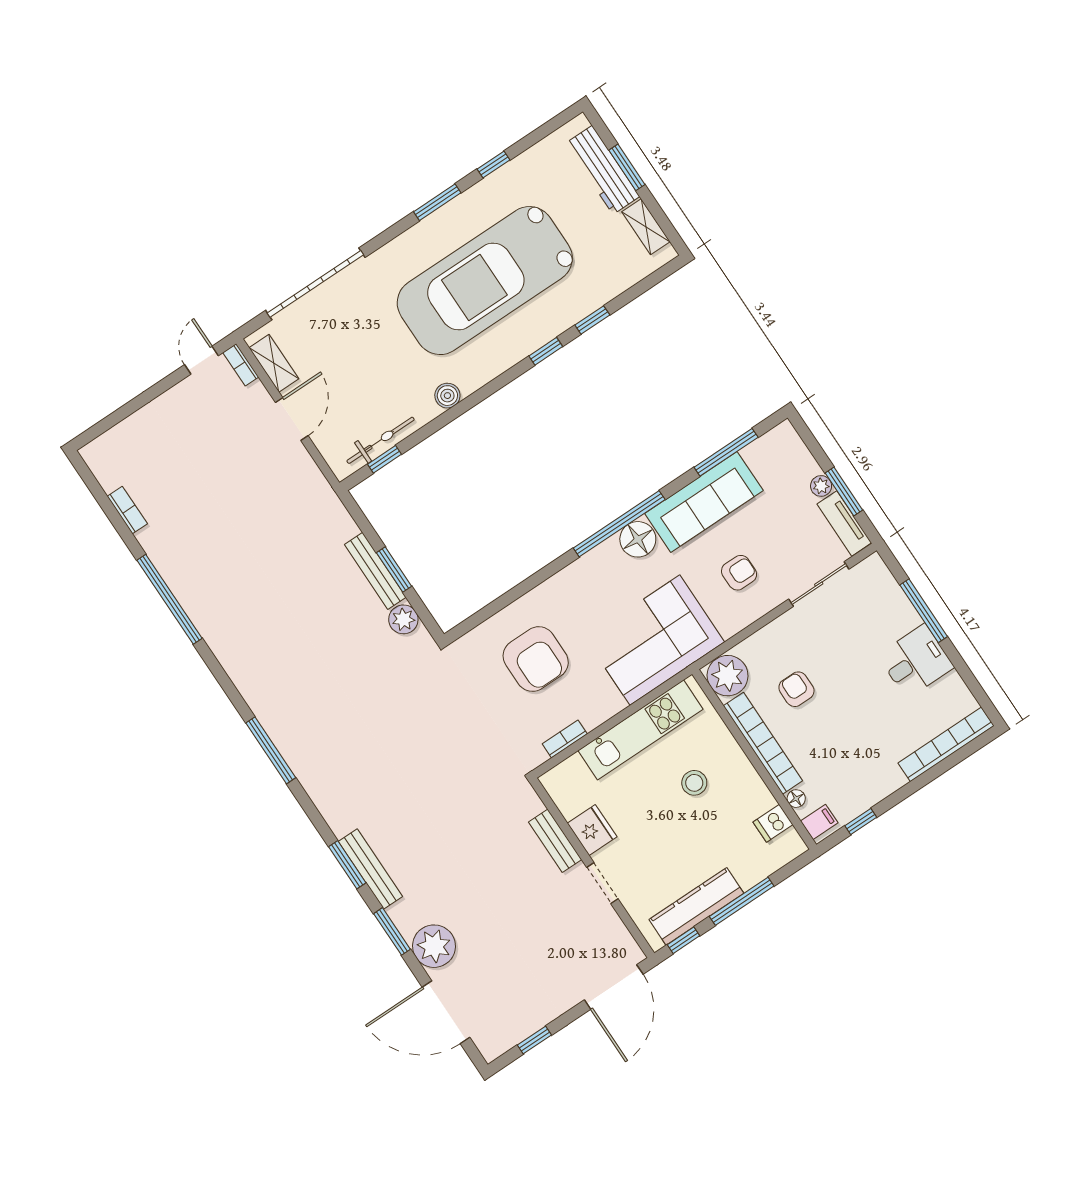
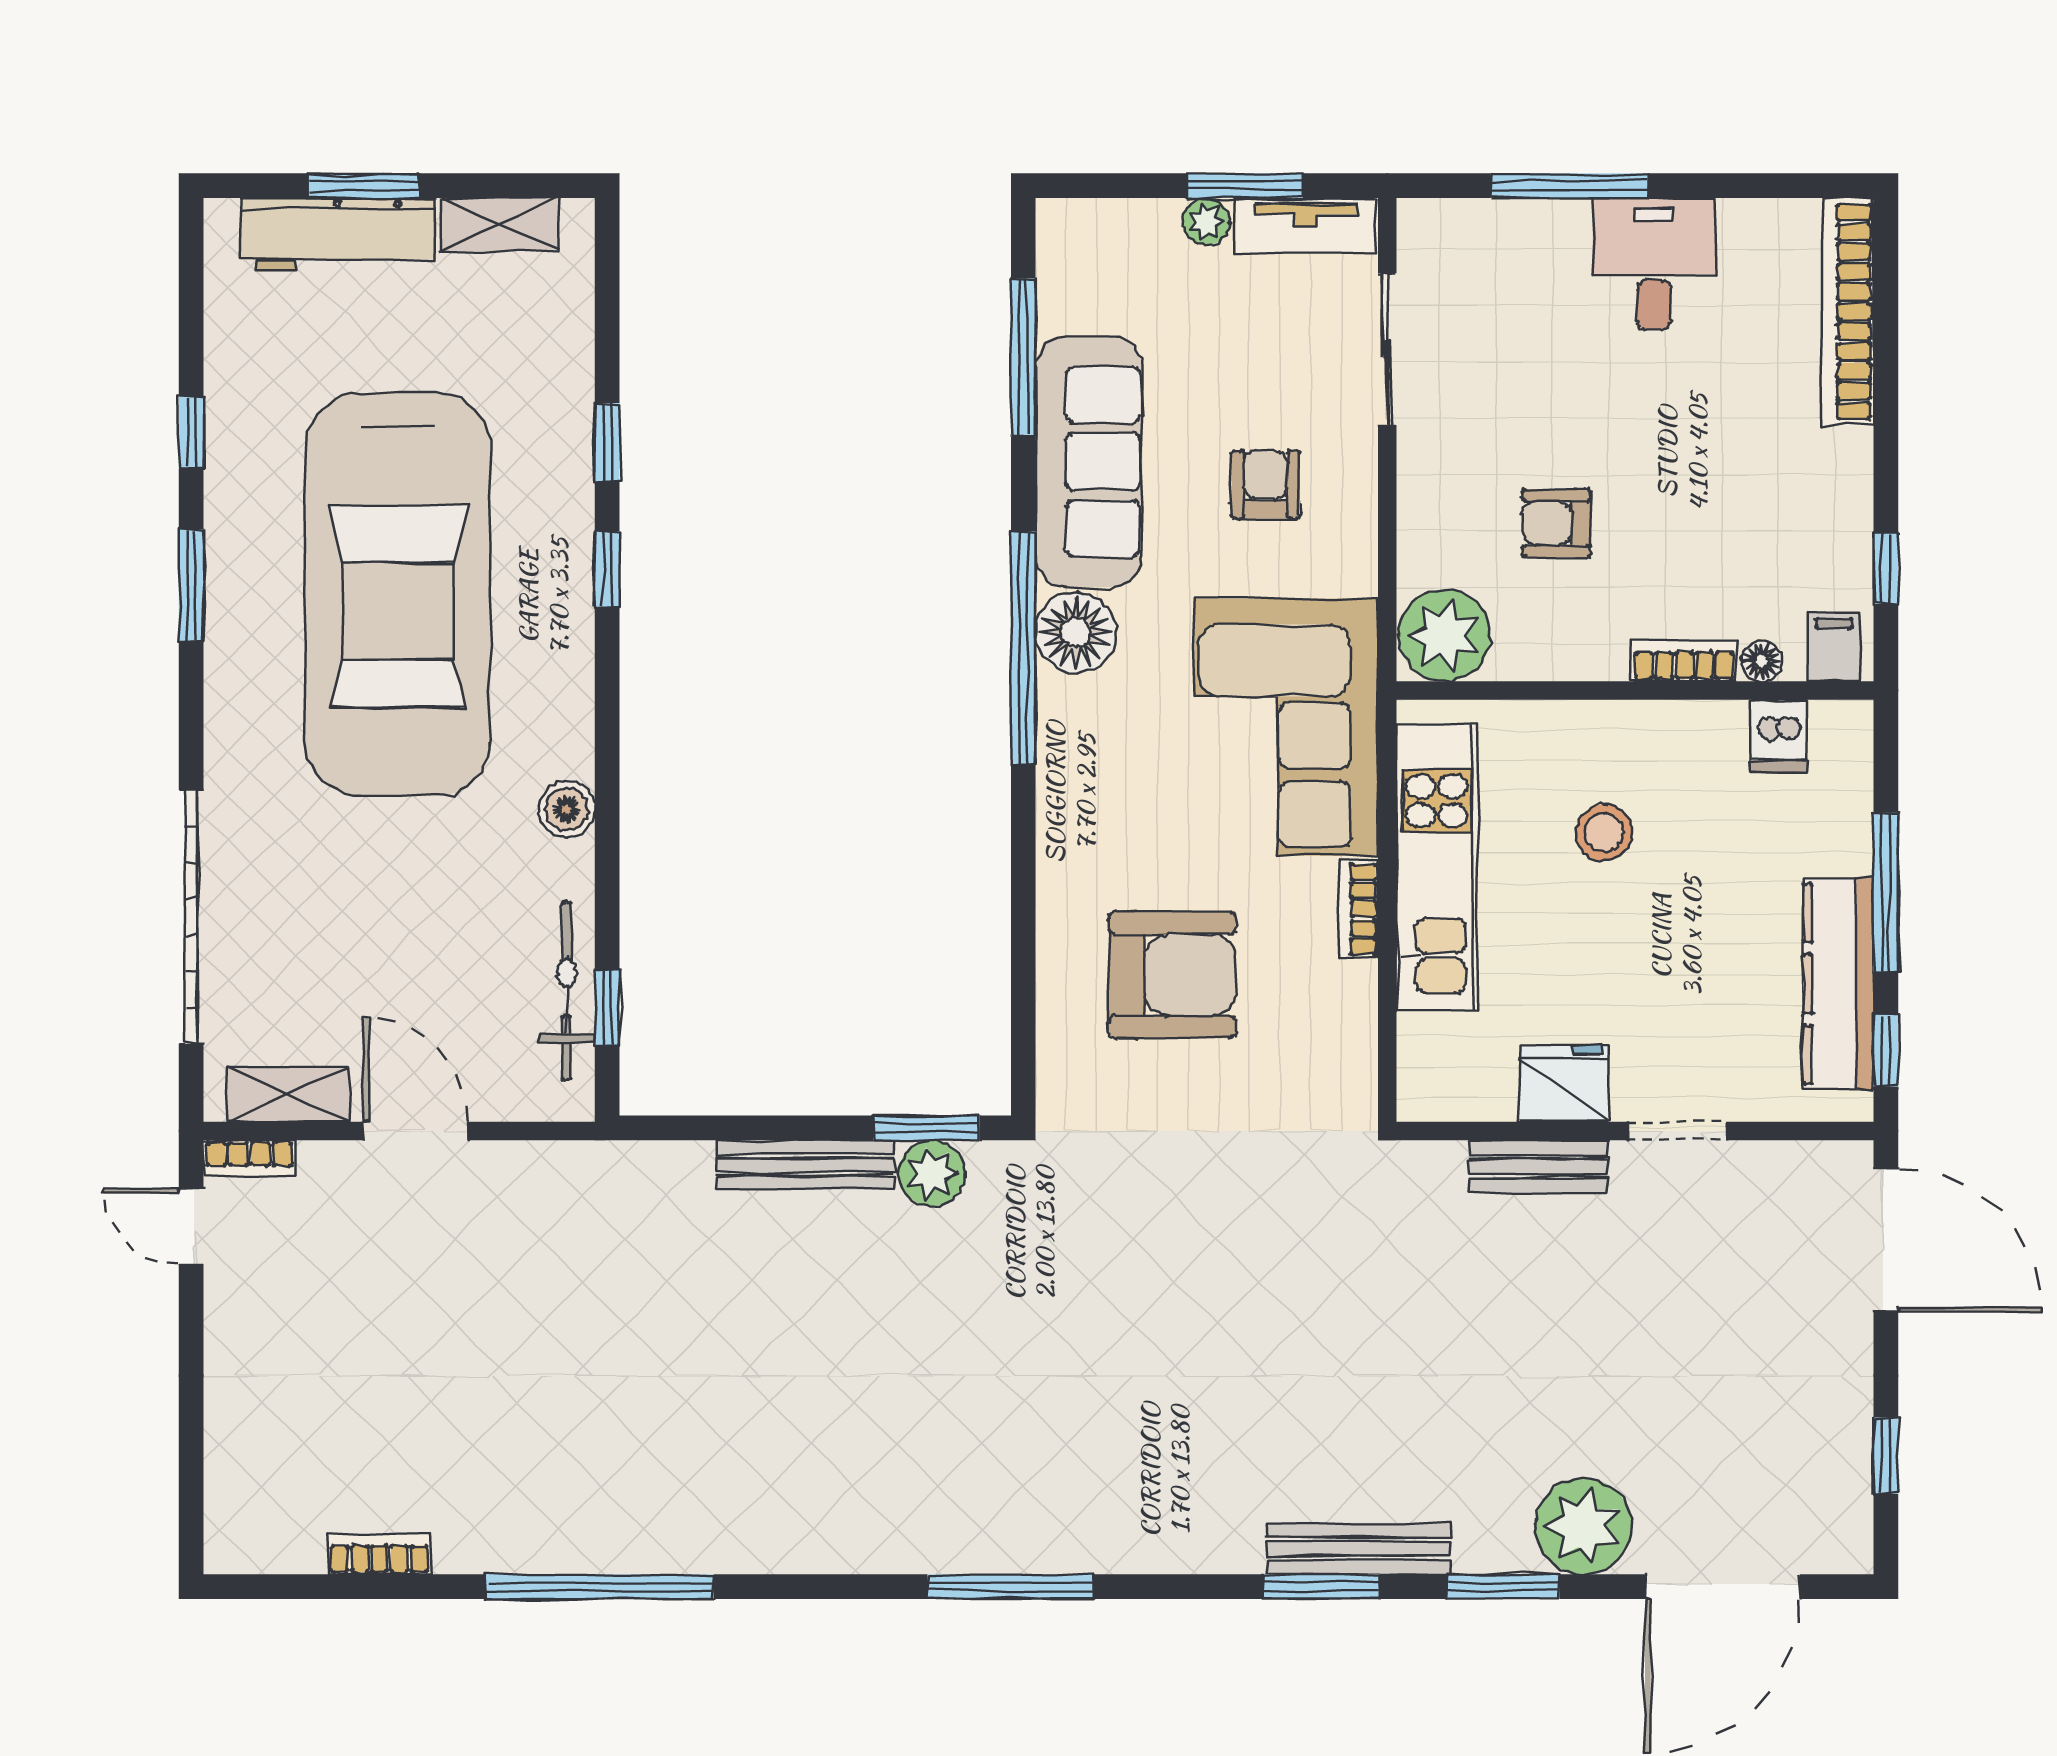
window: (394, 569) -> (926, 1128), moved
bookcase: (565, 739) -> (1359, 909), moved
bookcase: (763, 743) -> (1684, 660), width x0.43, depth x0.76

